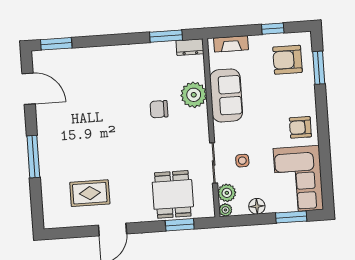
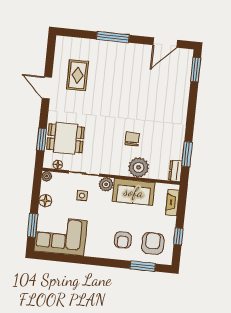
armchair: (300, 127) -> (123, 240), moved, turned 180
plant: (227, 193) -> (106, 184), moved
floor lamp: (208, 198) -> (58, 165), added

